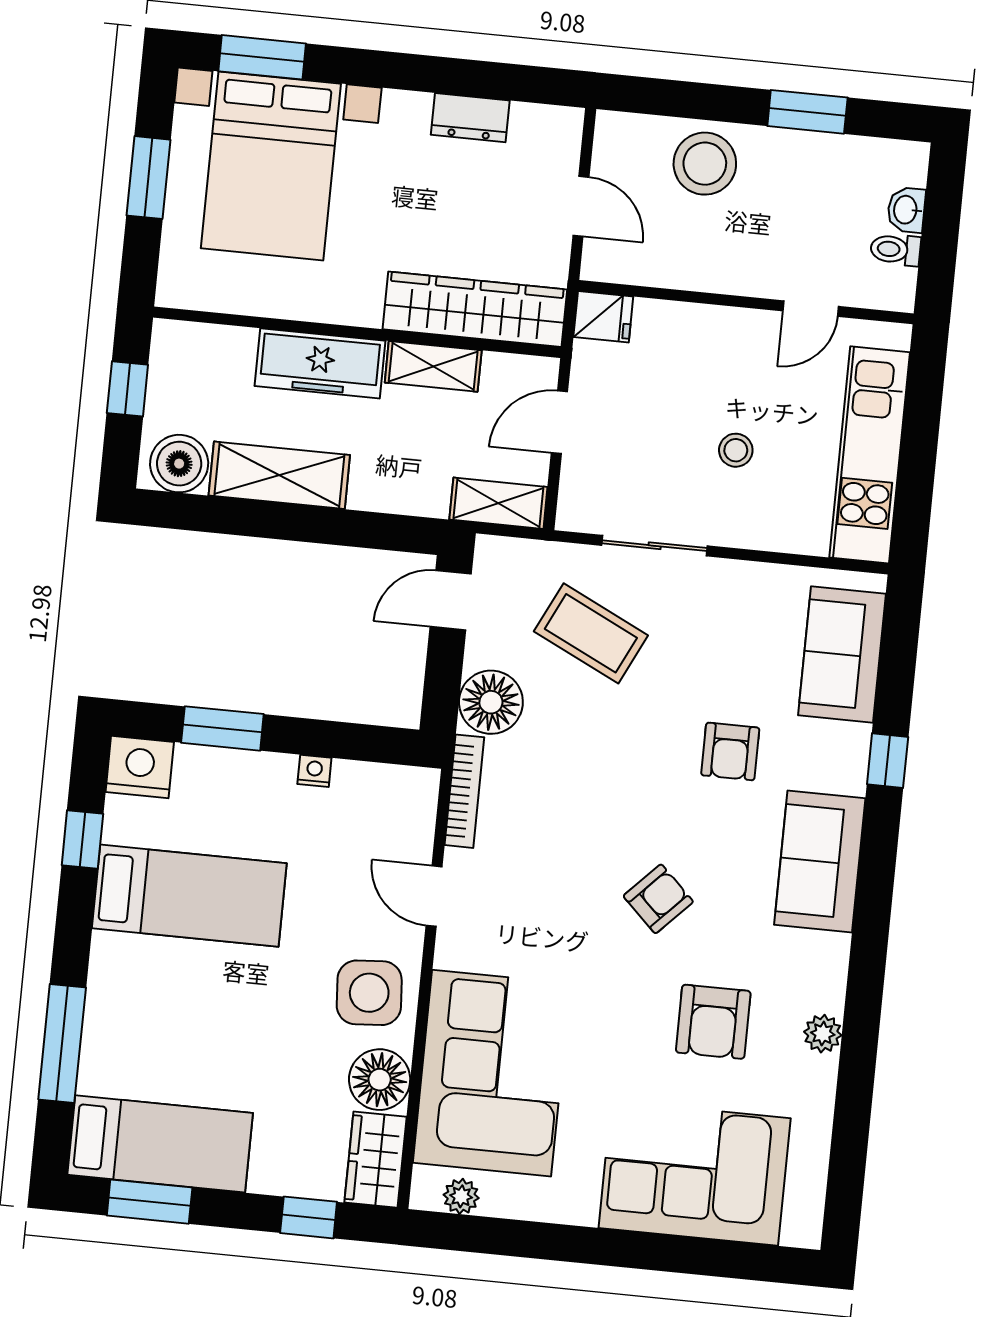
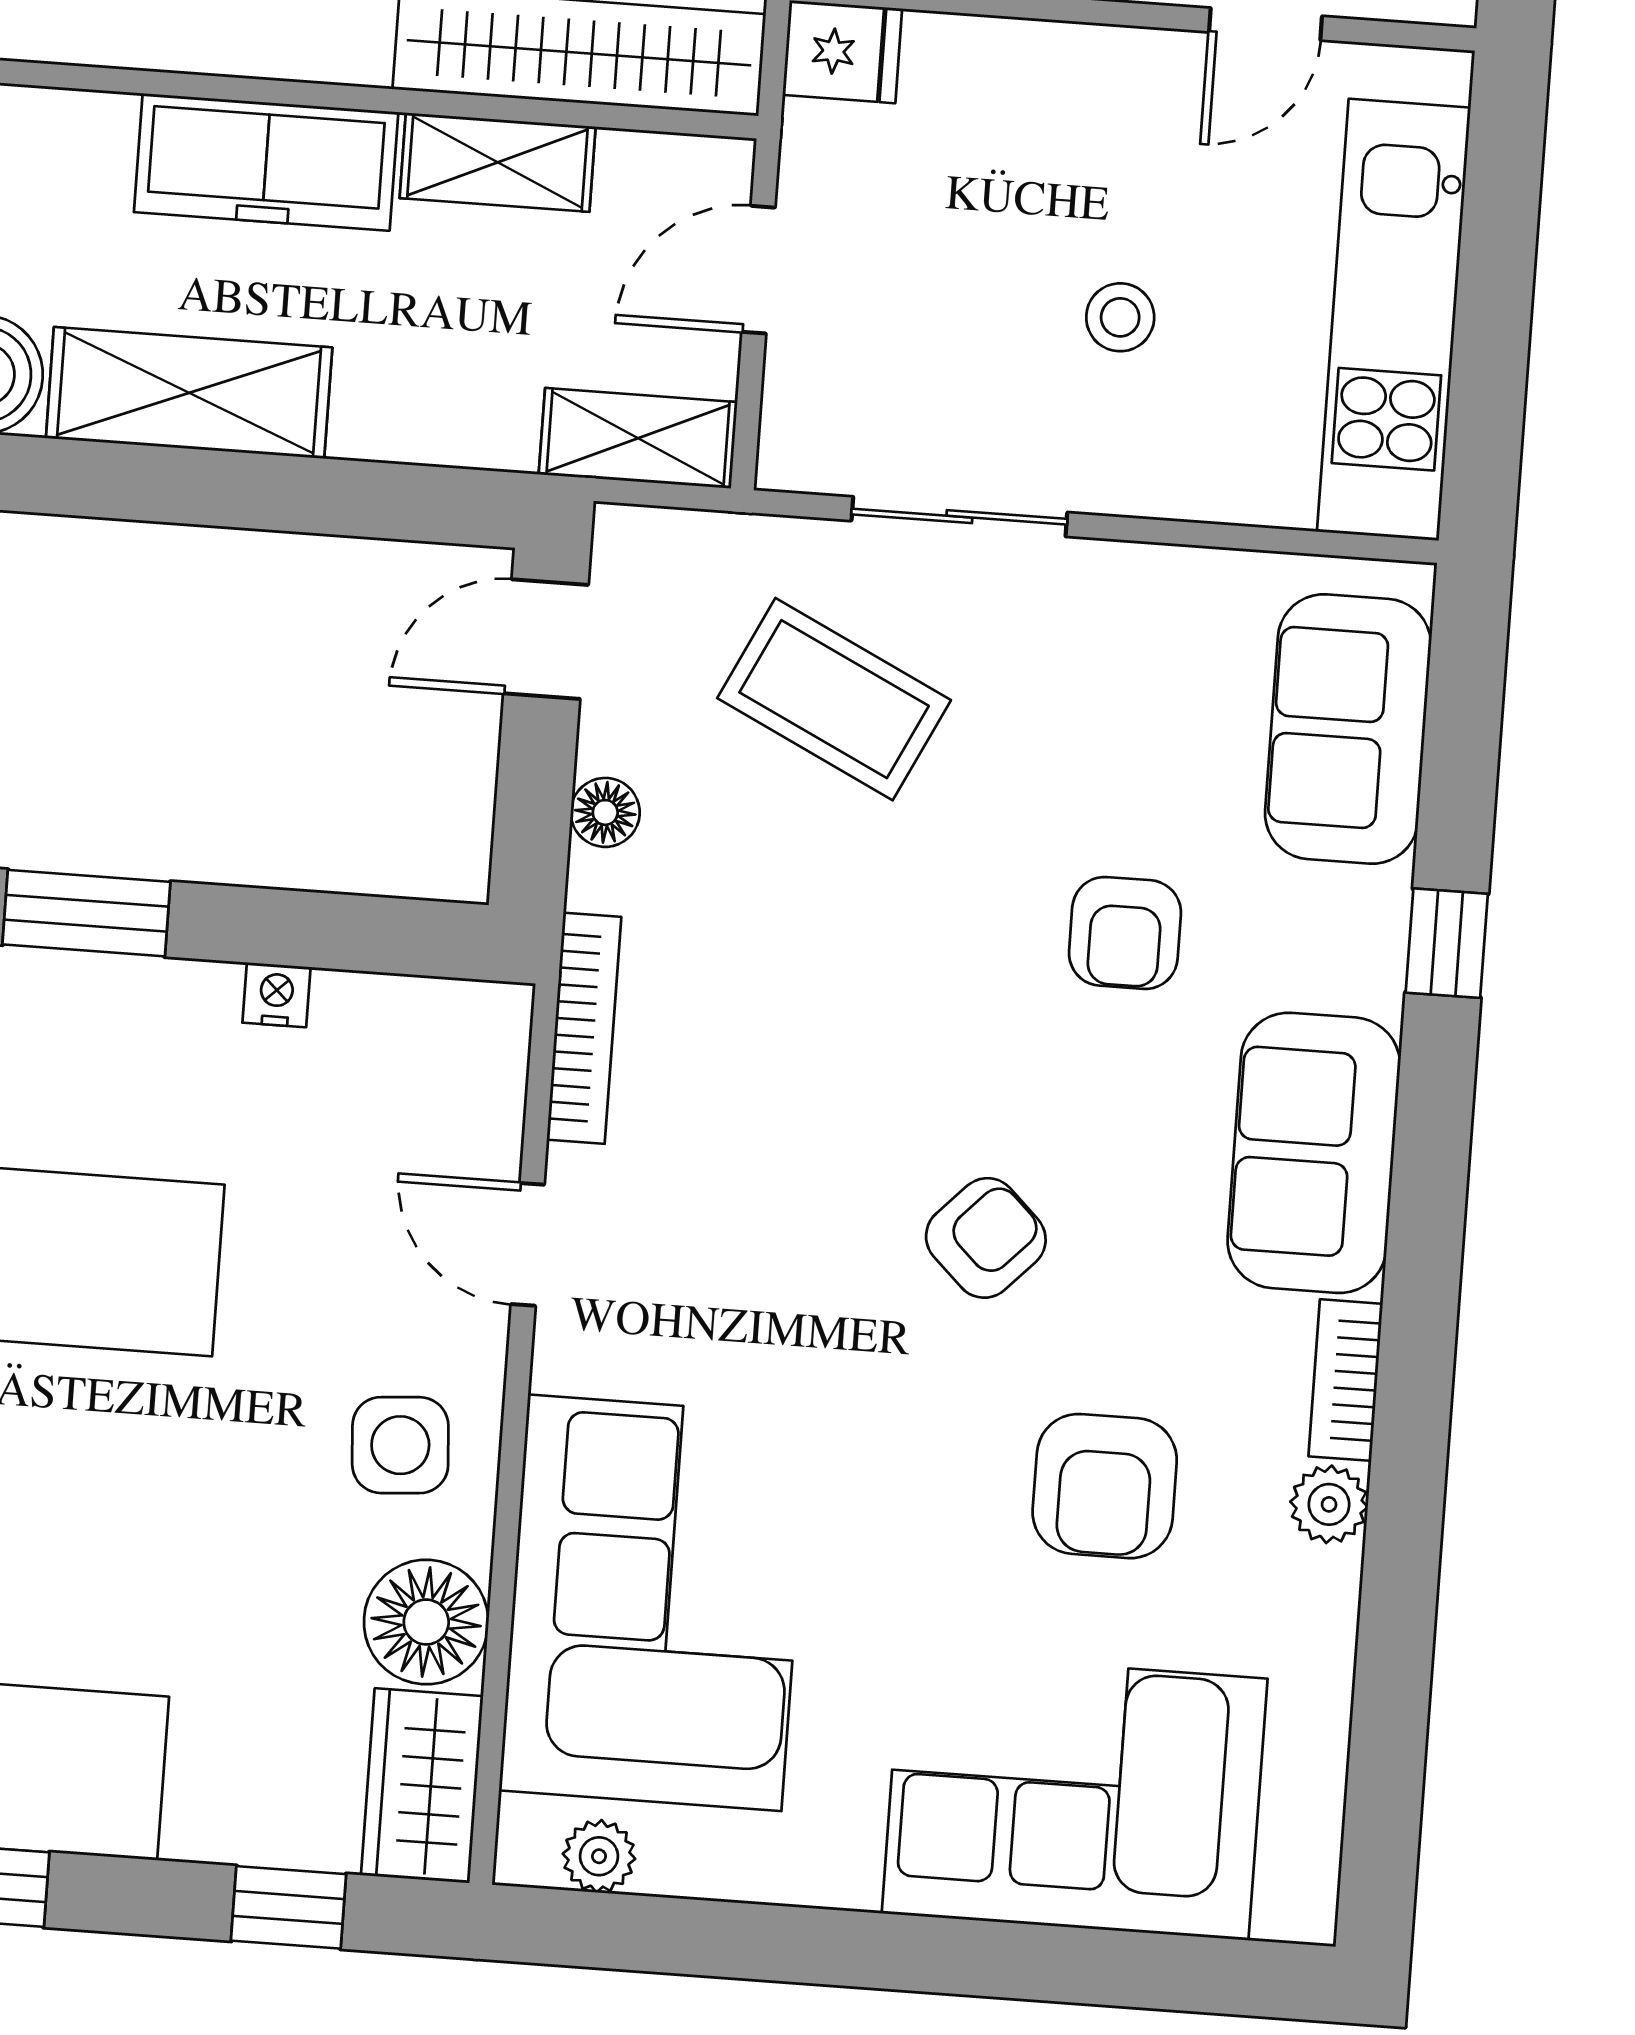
floor lamp: (491, 702) -> (605, 812), width x0.53, depth x0.53
bookcase: (832, 973) -> (1346, 1380), added
side table: (369, 993) -> (400, 1445), width x0.73, depth x0.73

